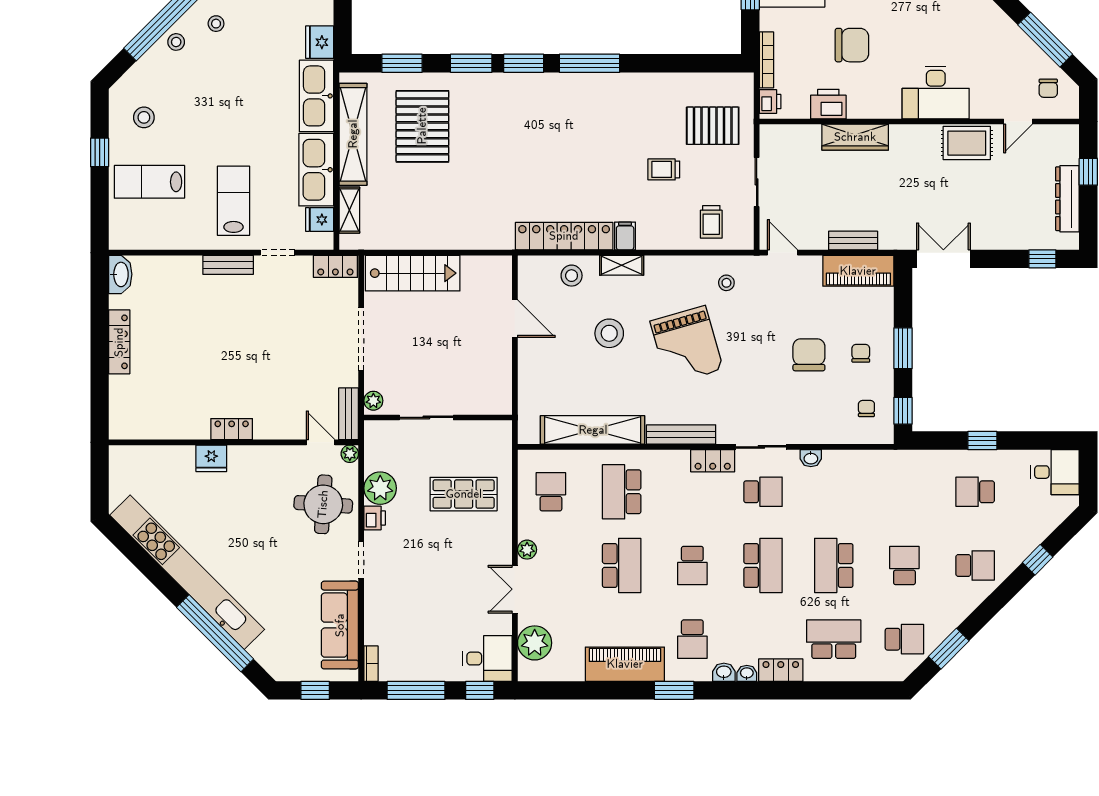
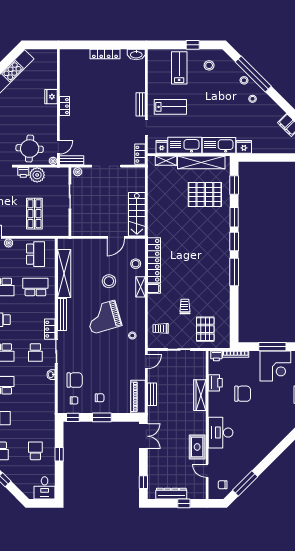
chair: (852, 45) -> (243, 394), turned -90
stairs: (413, 273) -> (137, 214), moved
chair: (809, 355) -> (75, 380), moved
school desk: (551, 492) -> (35, 254), width x1.85

